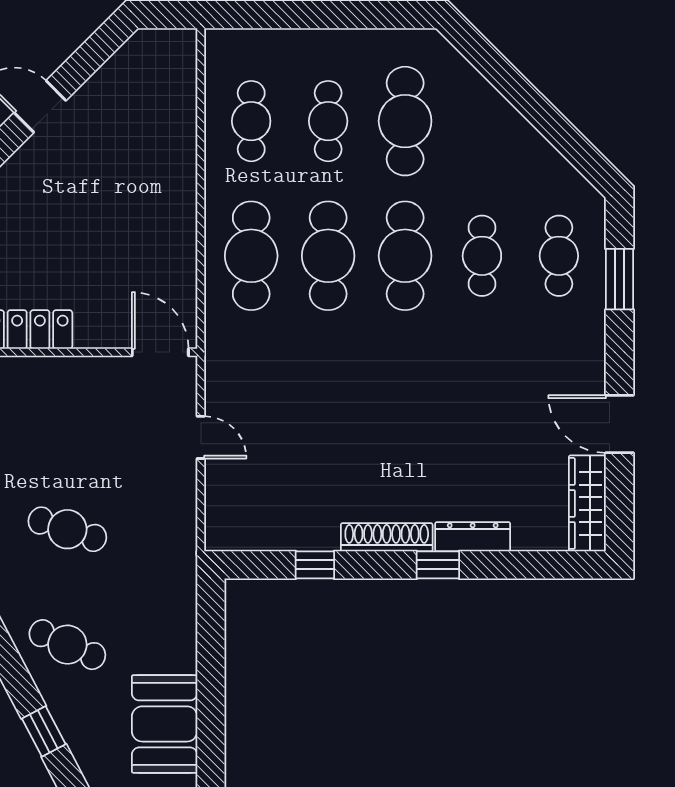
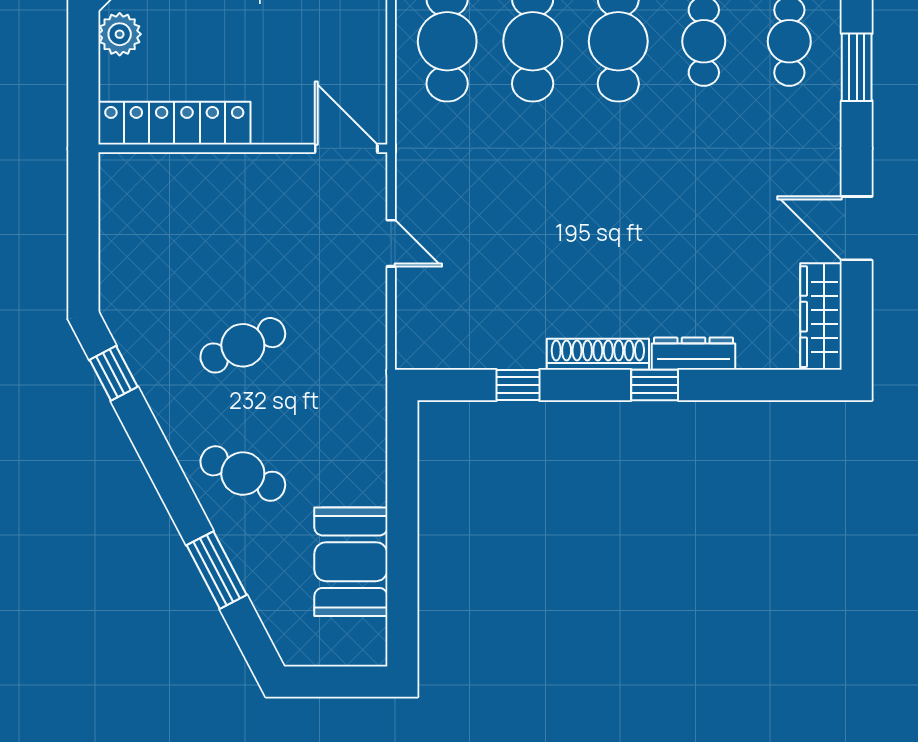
cafe table: (67, 529) -> (243, 345), turned -42
window: (44, 731) -> (217, 570), width x1.50

